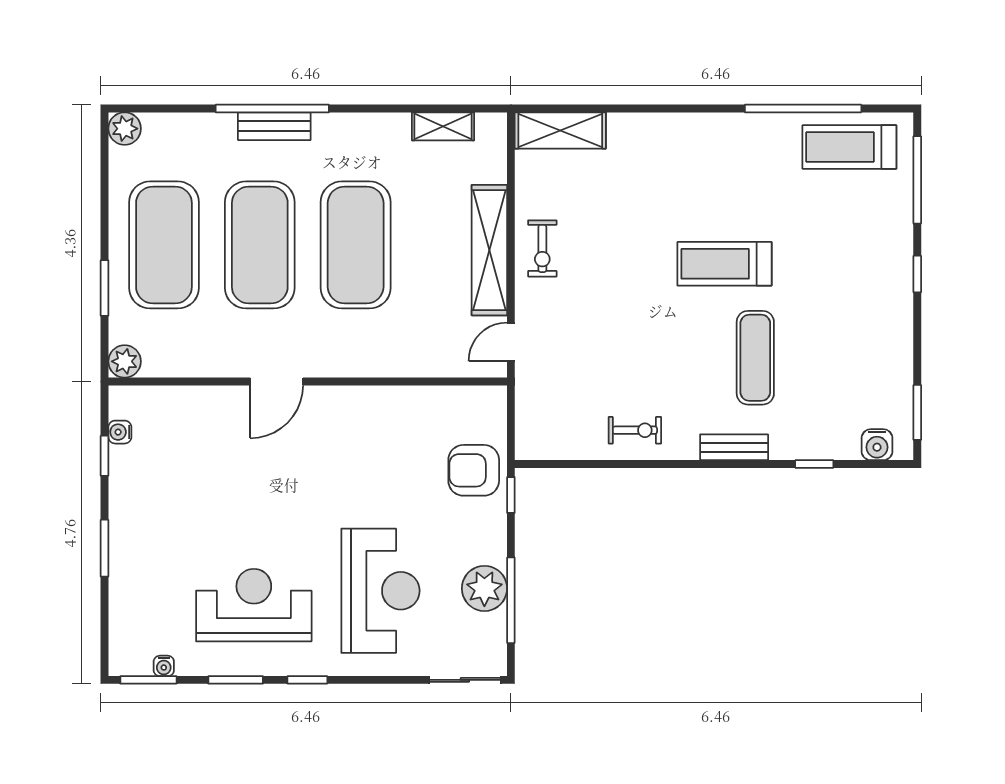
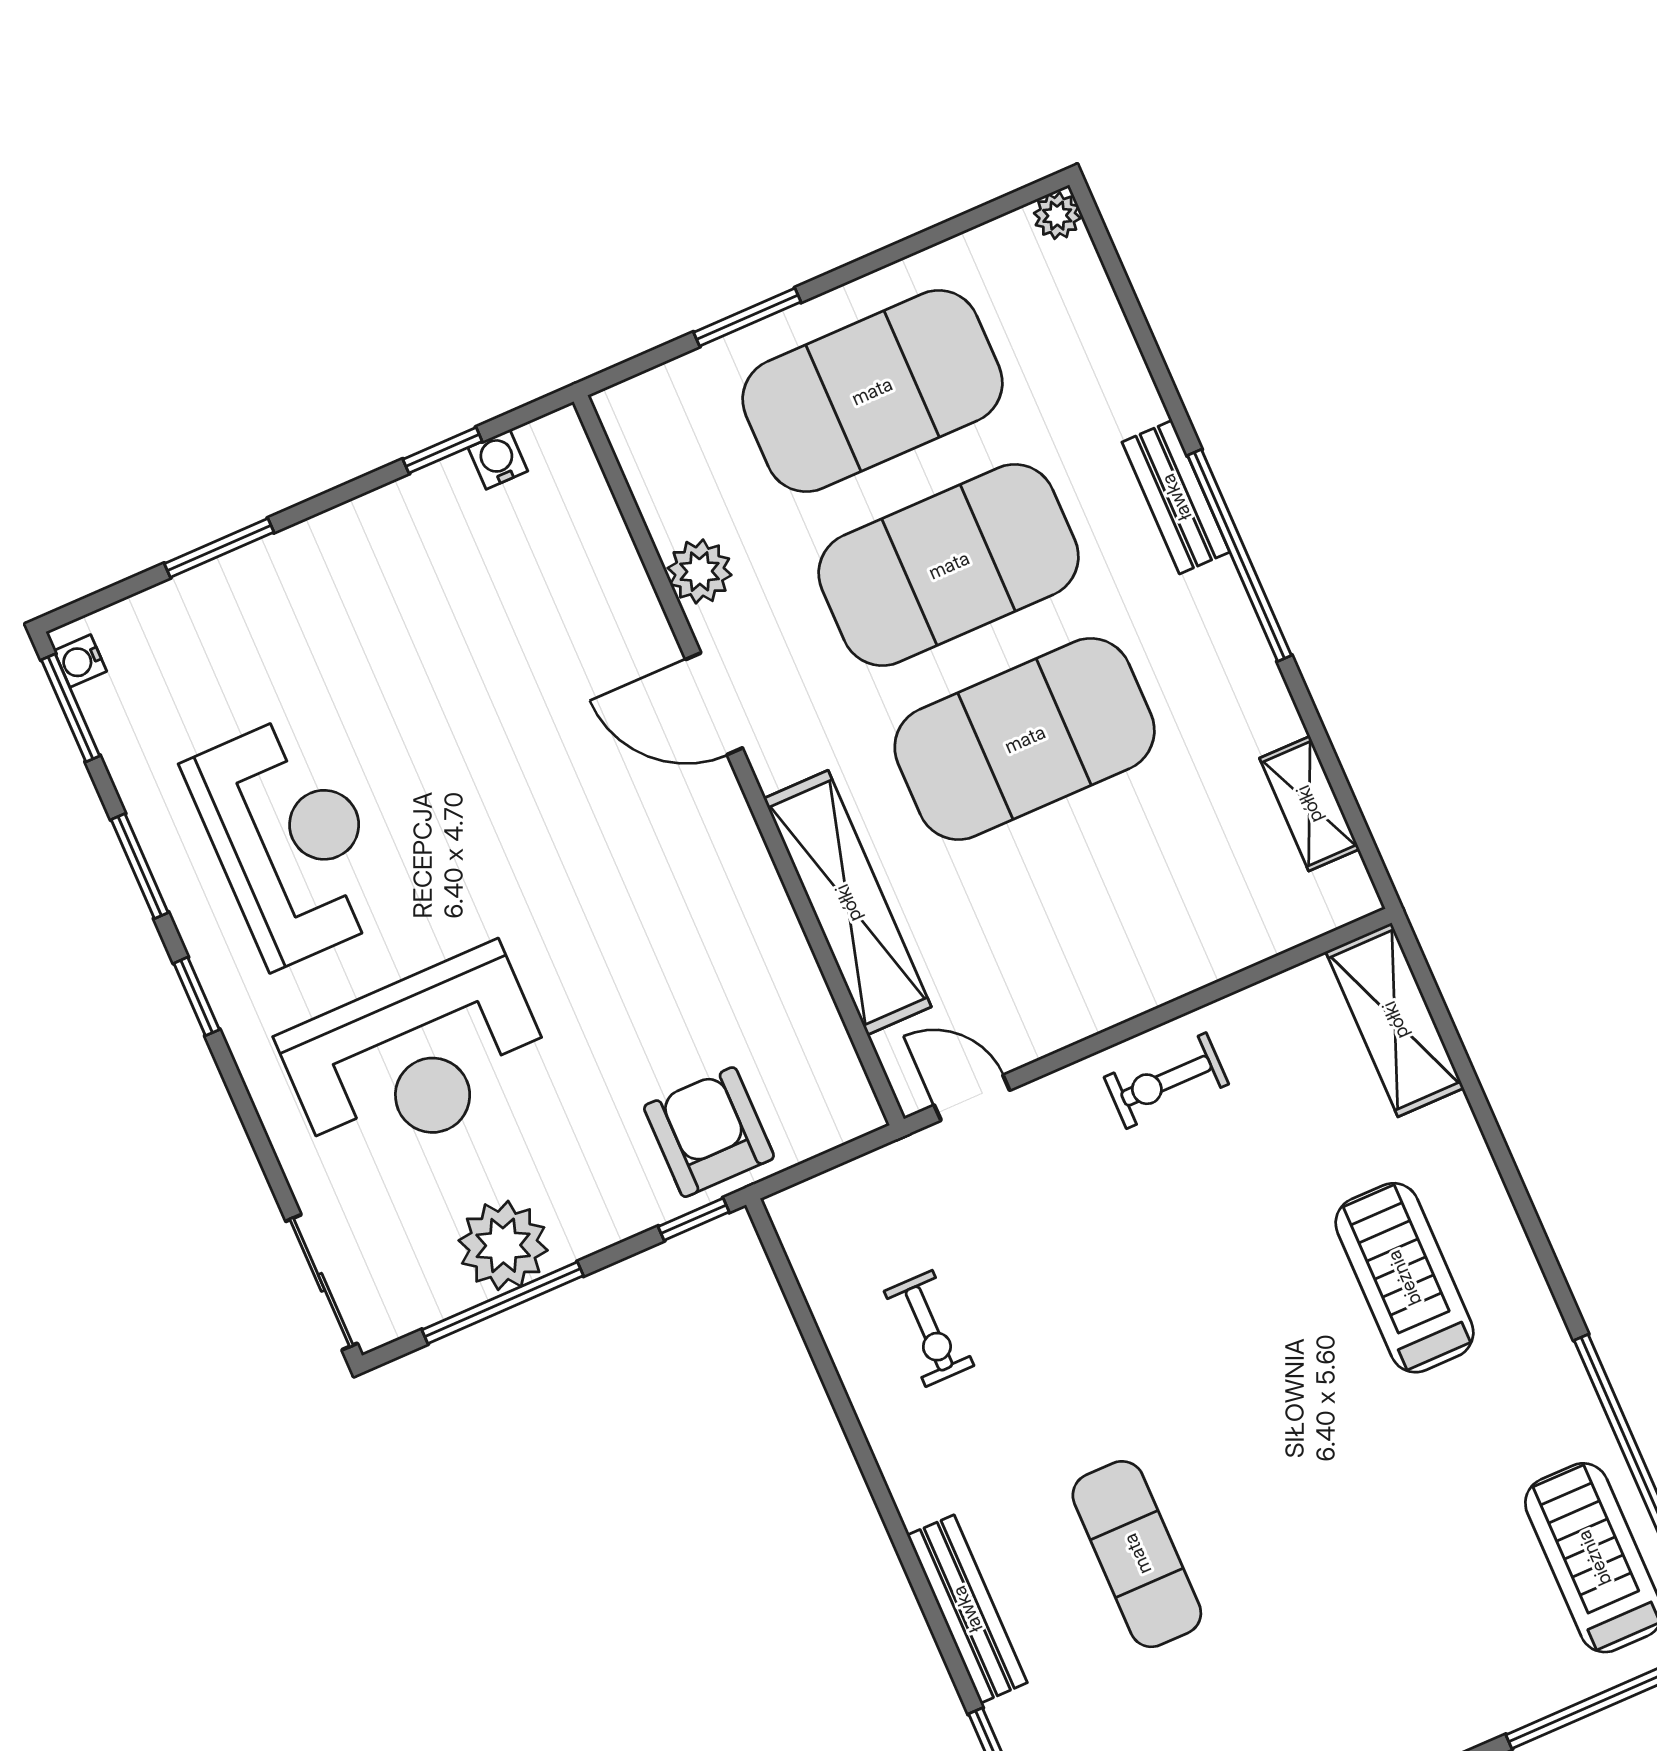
window: (272, 108) -> (1239, 555), moved
plant: (125, 129) -> (1057, 216), width x0.73, depth x0.73
shelving: (489, 250) -> (848, 903), moved, turned 90
treadmill: (725, 264) -> (1404, 1278), moved
exercise mat: (755, 358) -> (1137, 1554), turned 90
plant: (125, 361) -> (700, 571), moved
exercise bike: (635, 430) -> (929, 1328), moved
bench: (734, 447) -> (967, 1609), width x1.36
window: (105, 548) -> (219, 548), moved
water cooler: (164, 666) -> (80, 661), moved

